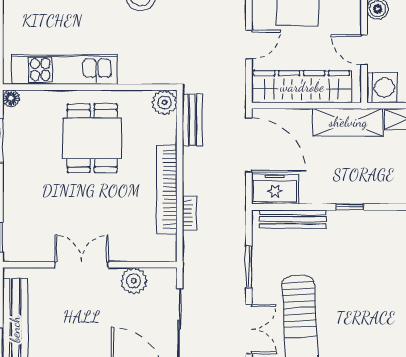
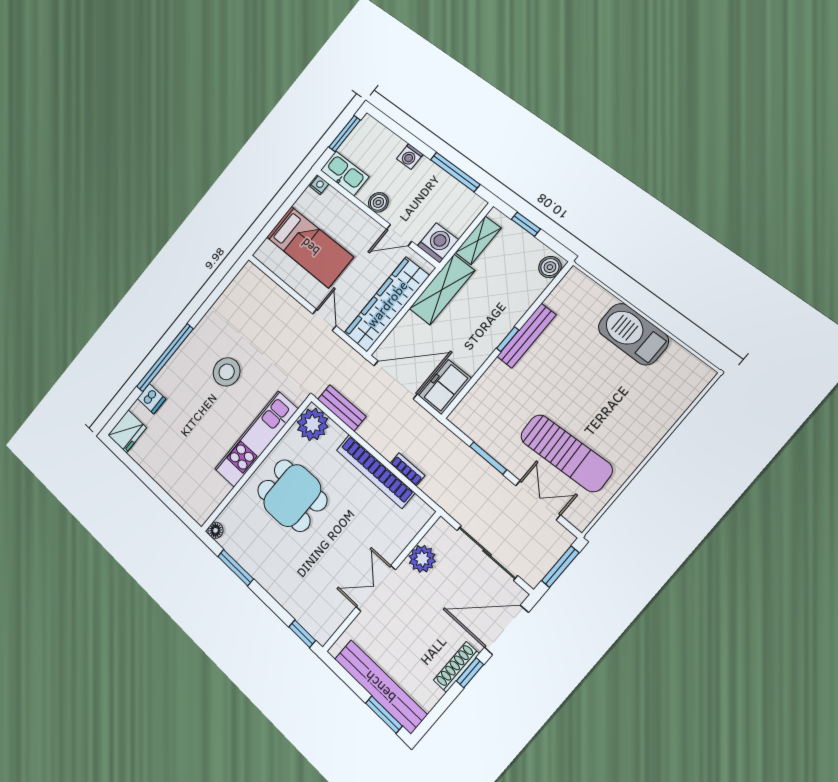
kitchen unit: (64, 70) -> (256, 439), moved
plant: (164, 102) -> (313, 424), width x1.36, depth x1.36
bench: (293, 219) -> (526, 336), moved

